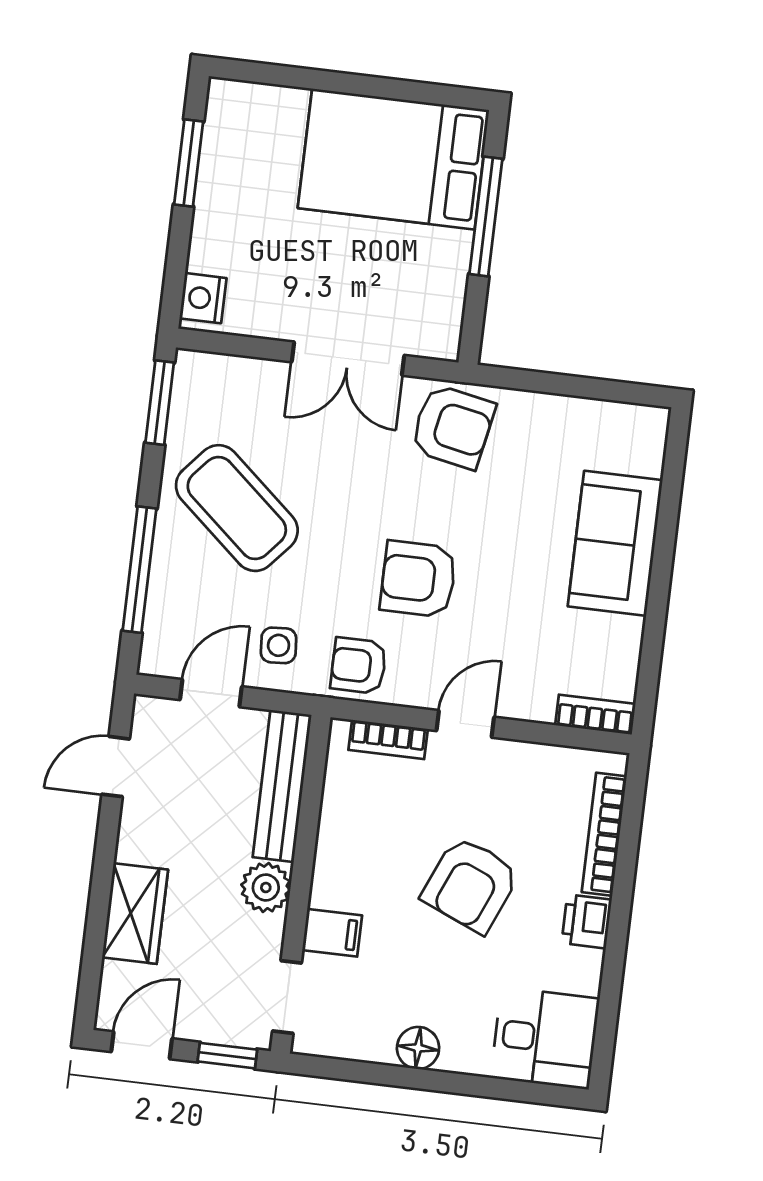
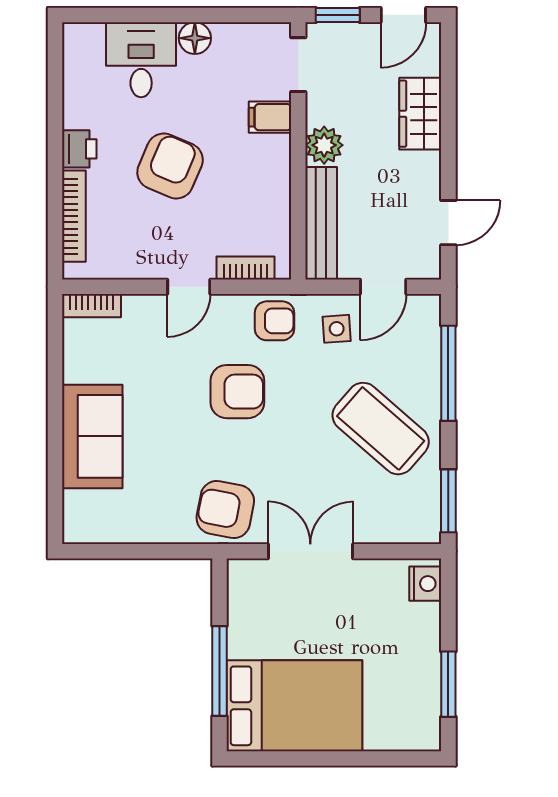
desk: (545, 1038) -> (141, 60), moved, turned 90

